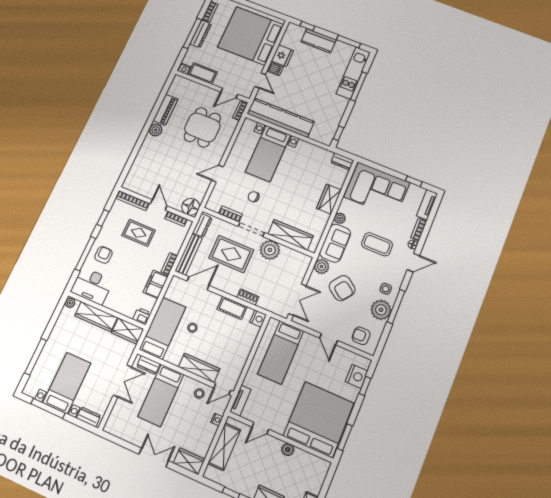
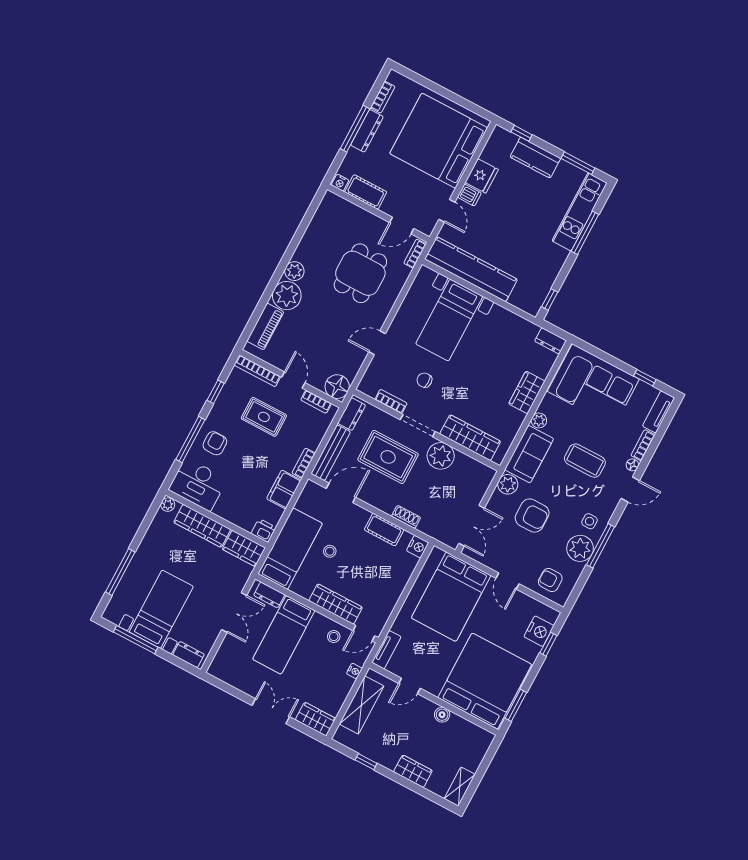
piano: (165, 110) -> (265, 326), moved
plant: (151, 147) -> (287, 296), added
armchair: (342, 288) -> (532, 516), turned -36
bed: (281, 352) -> (451, 597), width x1.50

